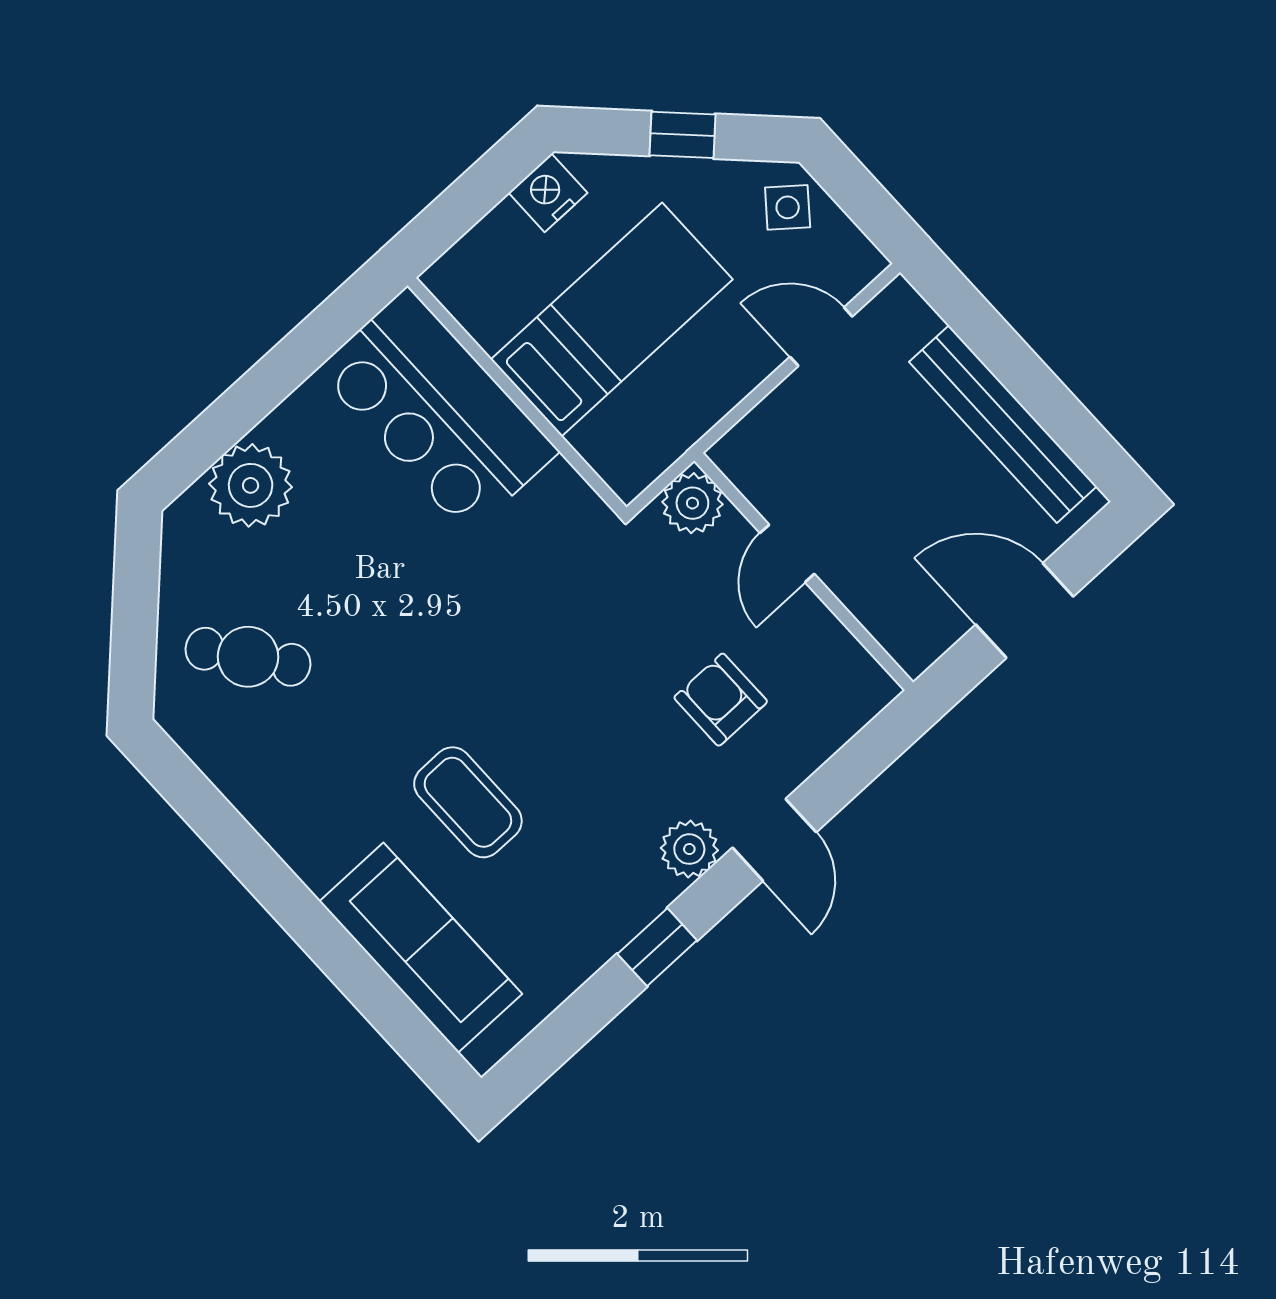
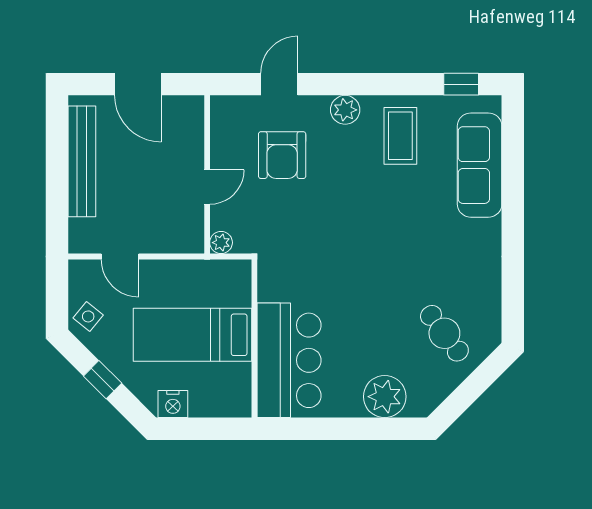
plant: (692, 503) -> (221, 243), width x0.73, depth x0.73
armchair: (721, 700) -> (282, 155), width x1.38, depth x1.38
coffee table: (468, 802) -> (400, 136), moved
door: (774, 840) -> (279, 84), moved
window: (657, 947) -> (461, 84), moved

